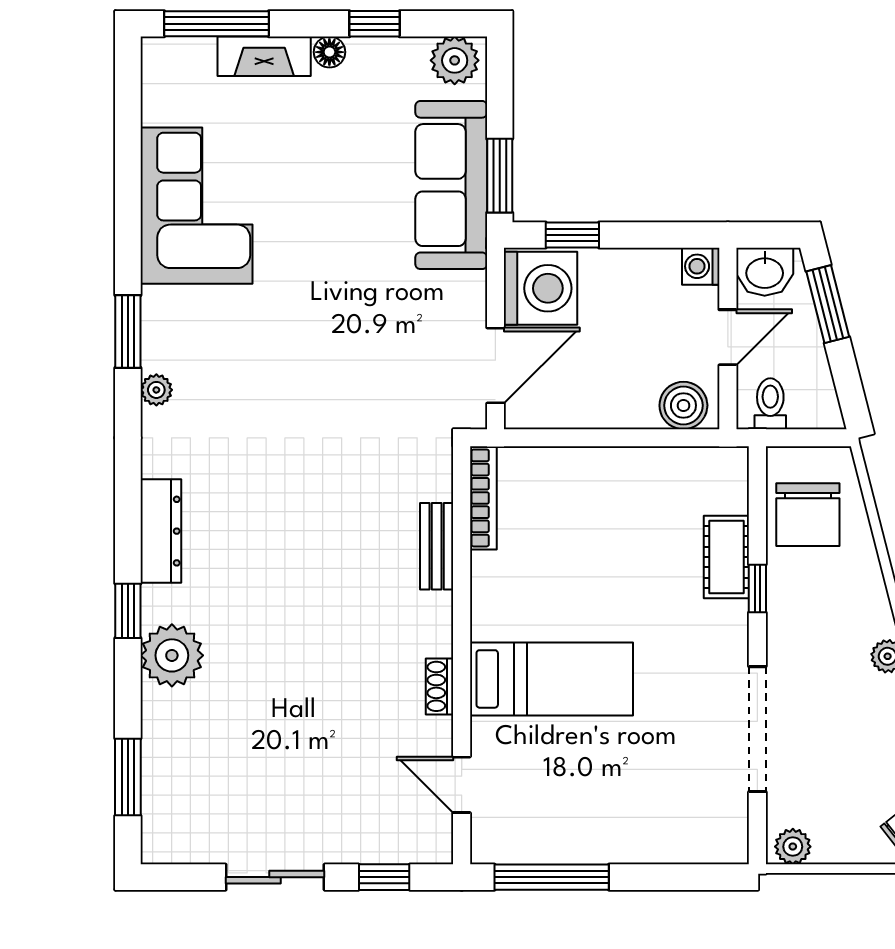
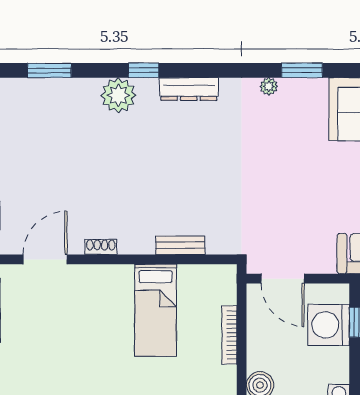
washing machine: (541, 288) -> (329, 325), moved, turned 90
bookcase: (483, 498) -> (229, 335), moved, turned 90
bed: (551, 679) -> (156, 310), moved
door: (462, 785) -> (45, 259), width x1.38

